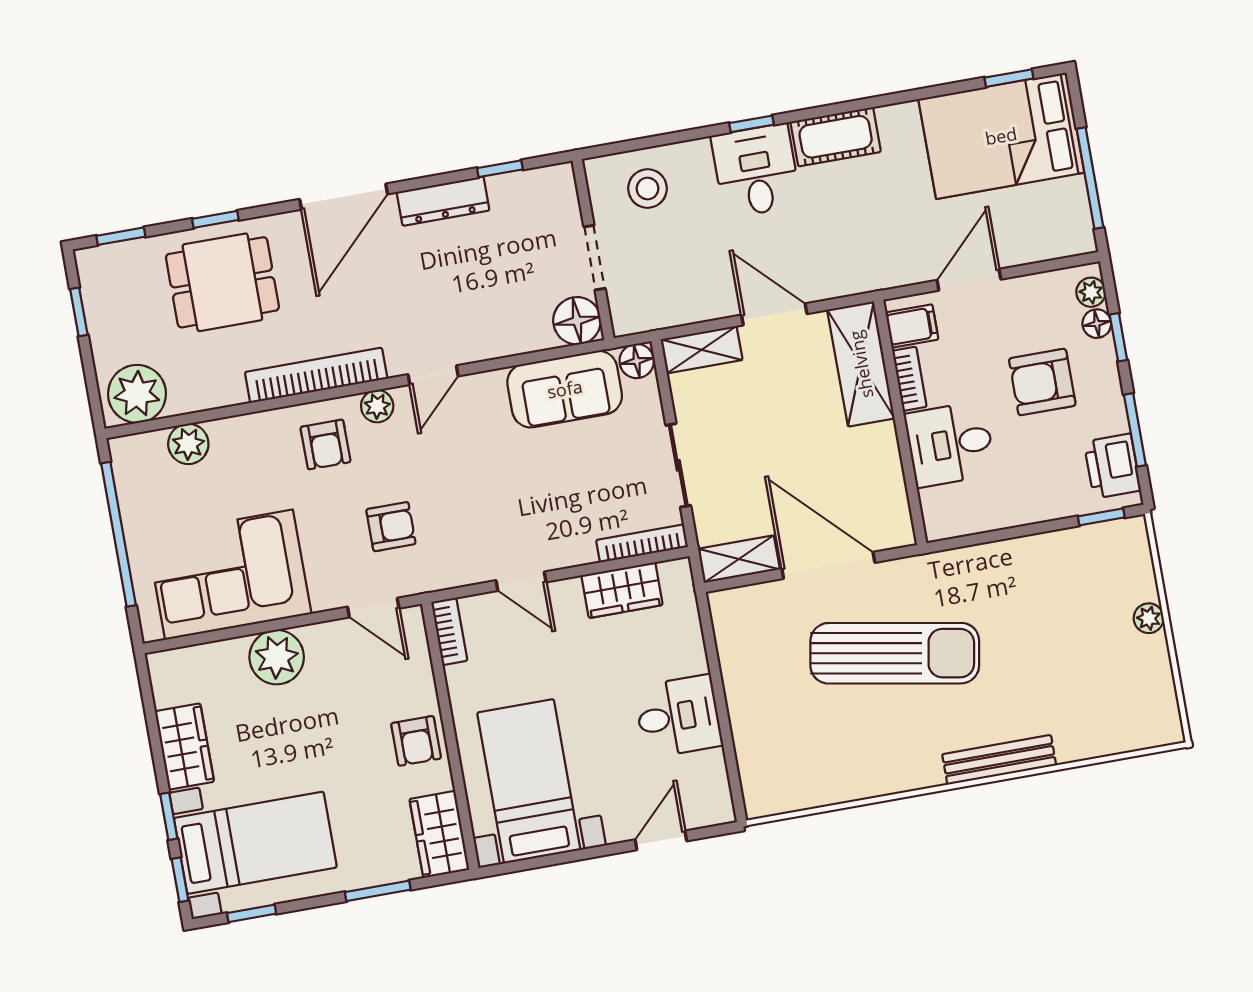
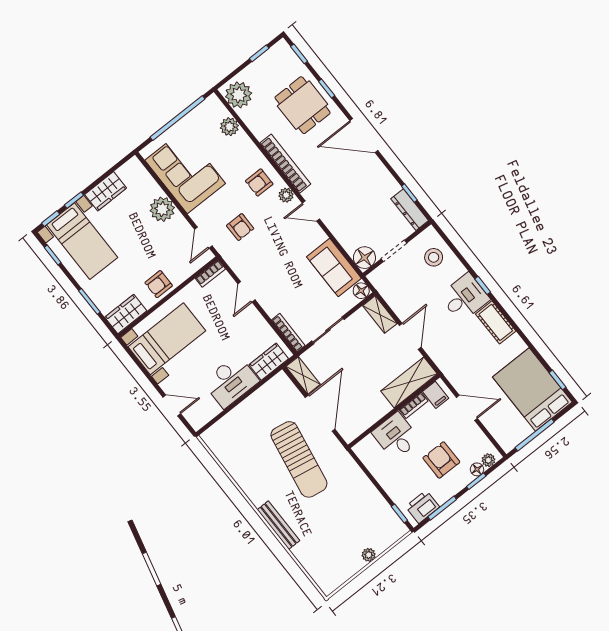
dresser: (443, 201) -> (410, 210), moved
wardrobe: (622, 590) -> (269, 362), moved, turned 90
desk: (678, 716) -> (231, 381), width x1.37

